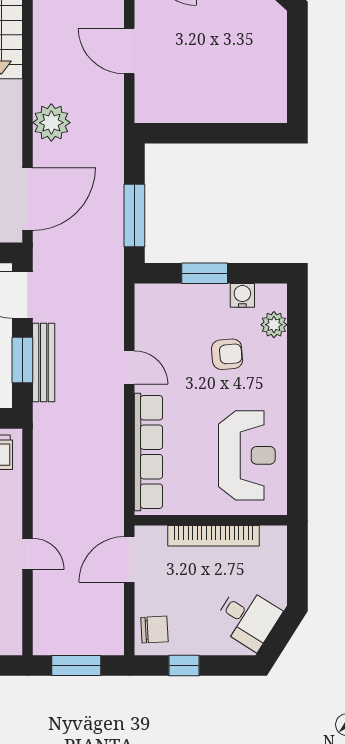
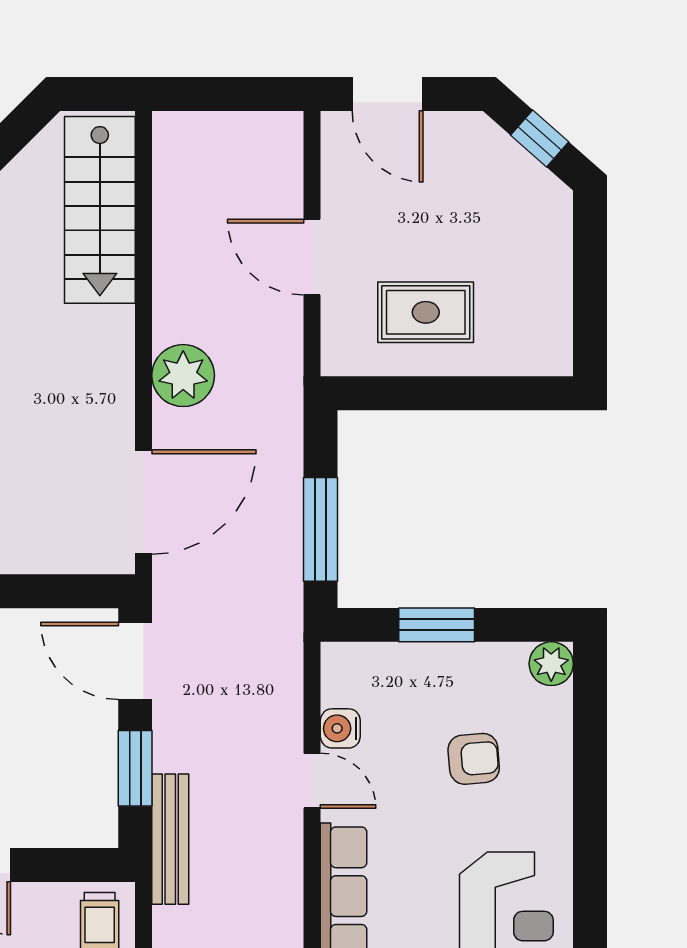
rug: (198, 84) -> (426, 312), added
water cooler: (242, 295) -> (340, 728), moved, turned -90
plant: (274, 325) -> (551, 664), moved
bench: (44, 363) -> (170, 839), moved

